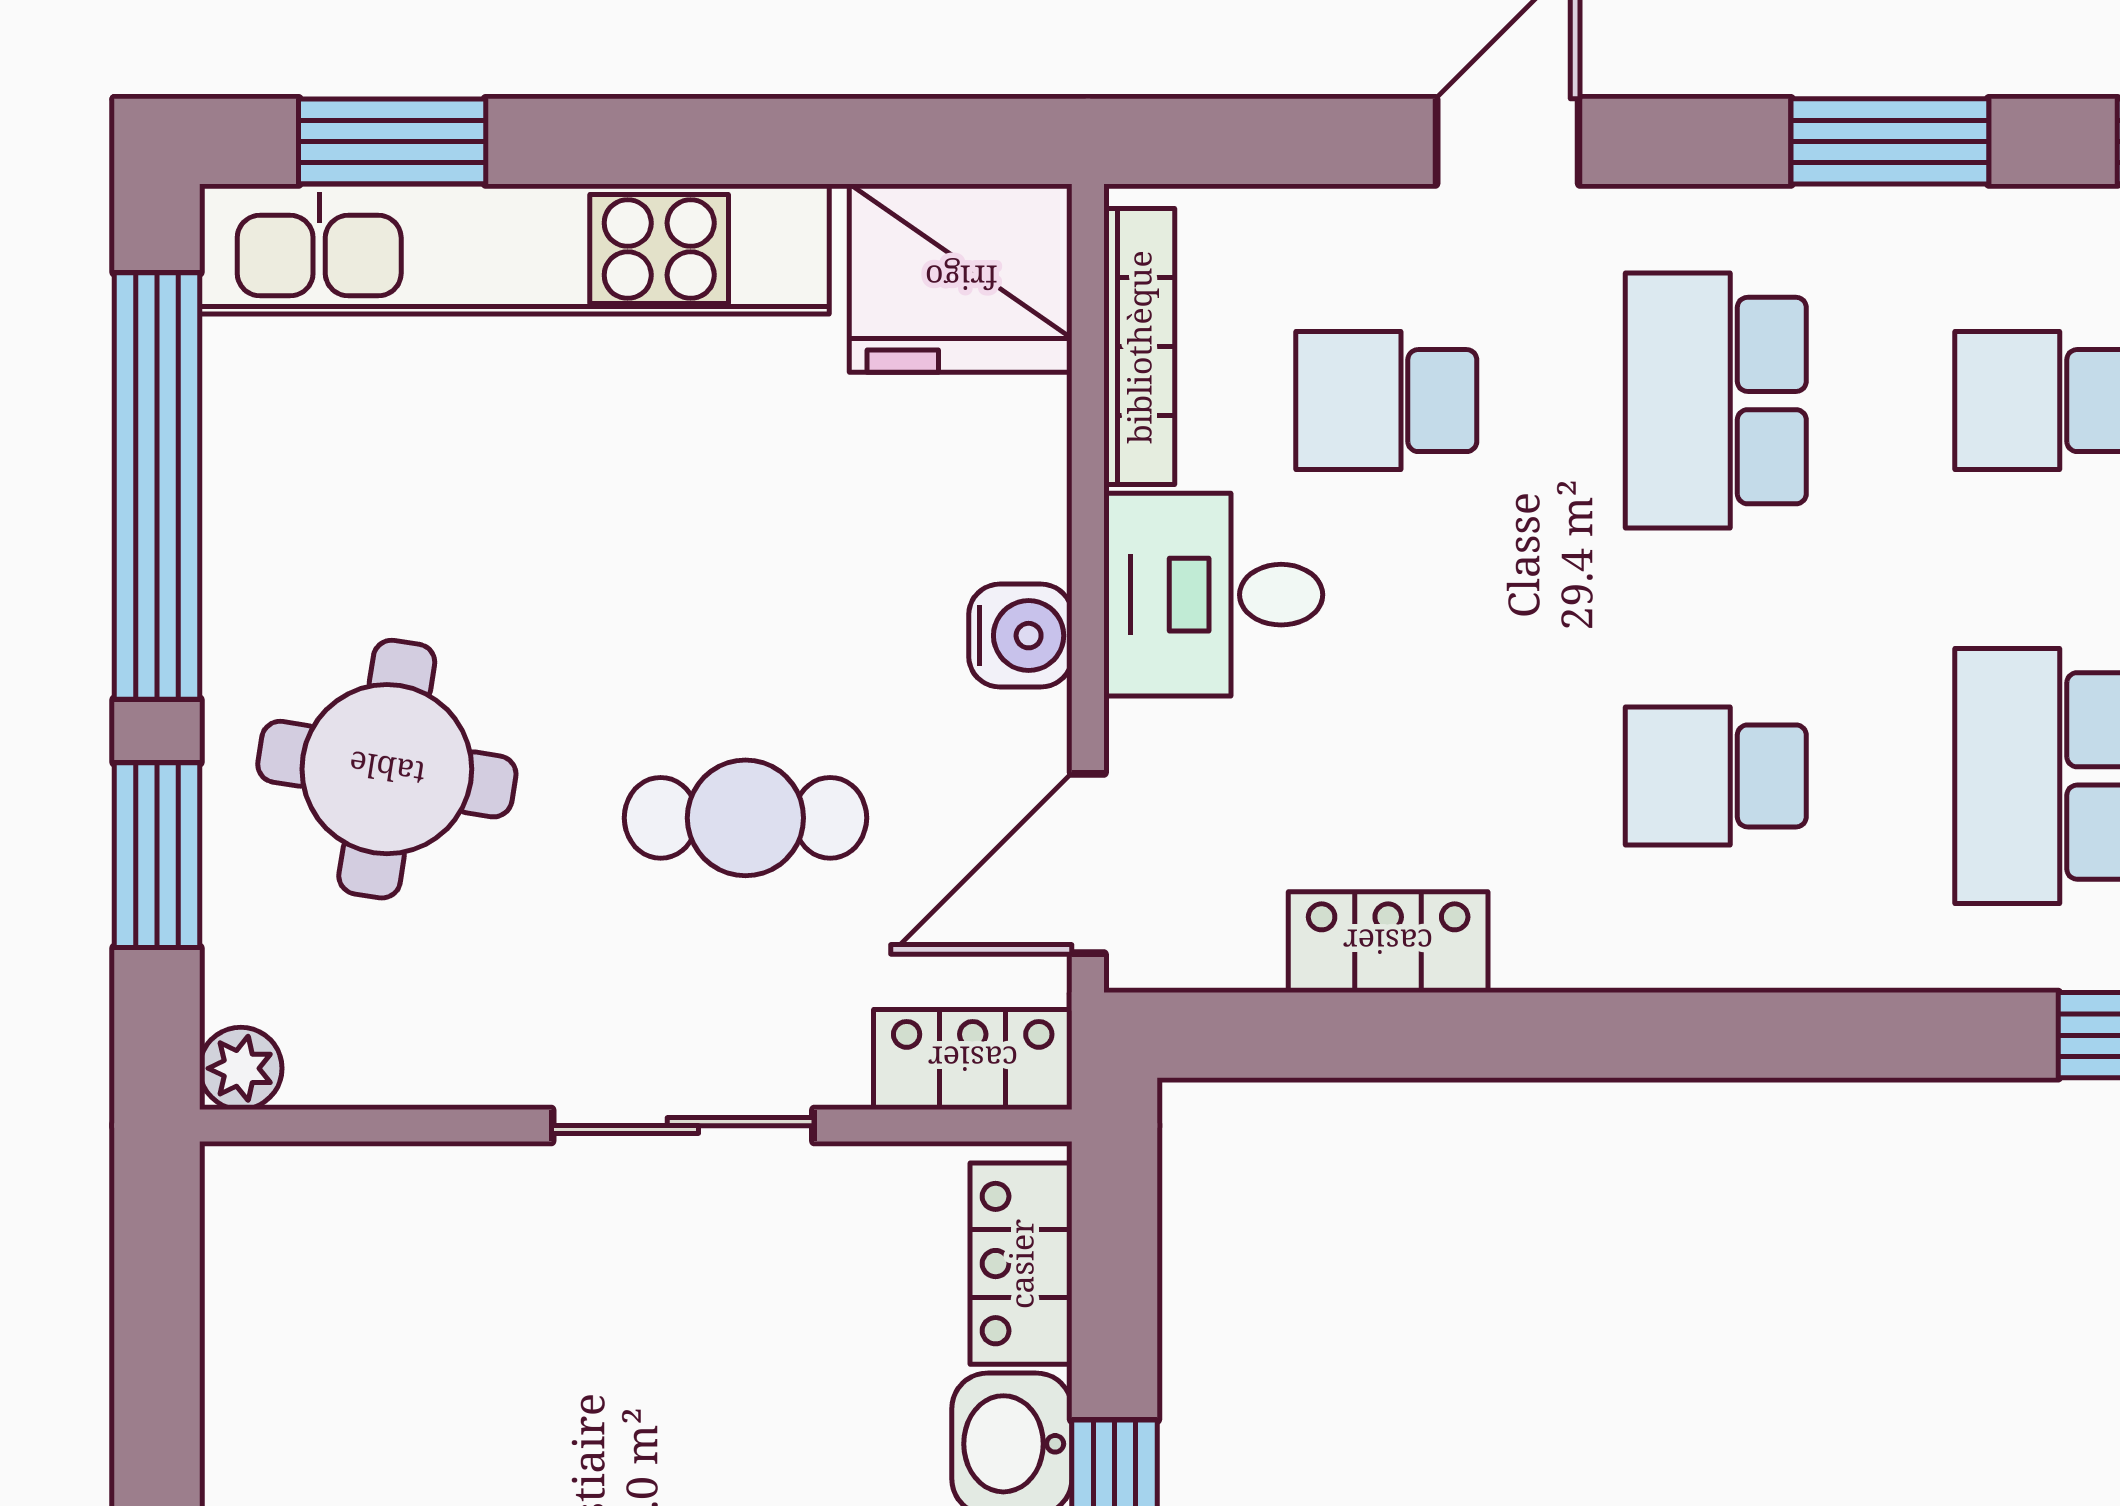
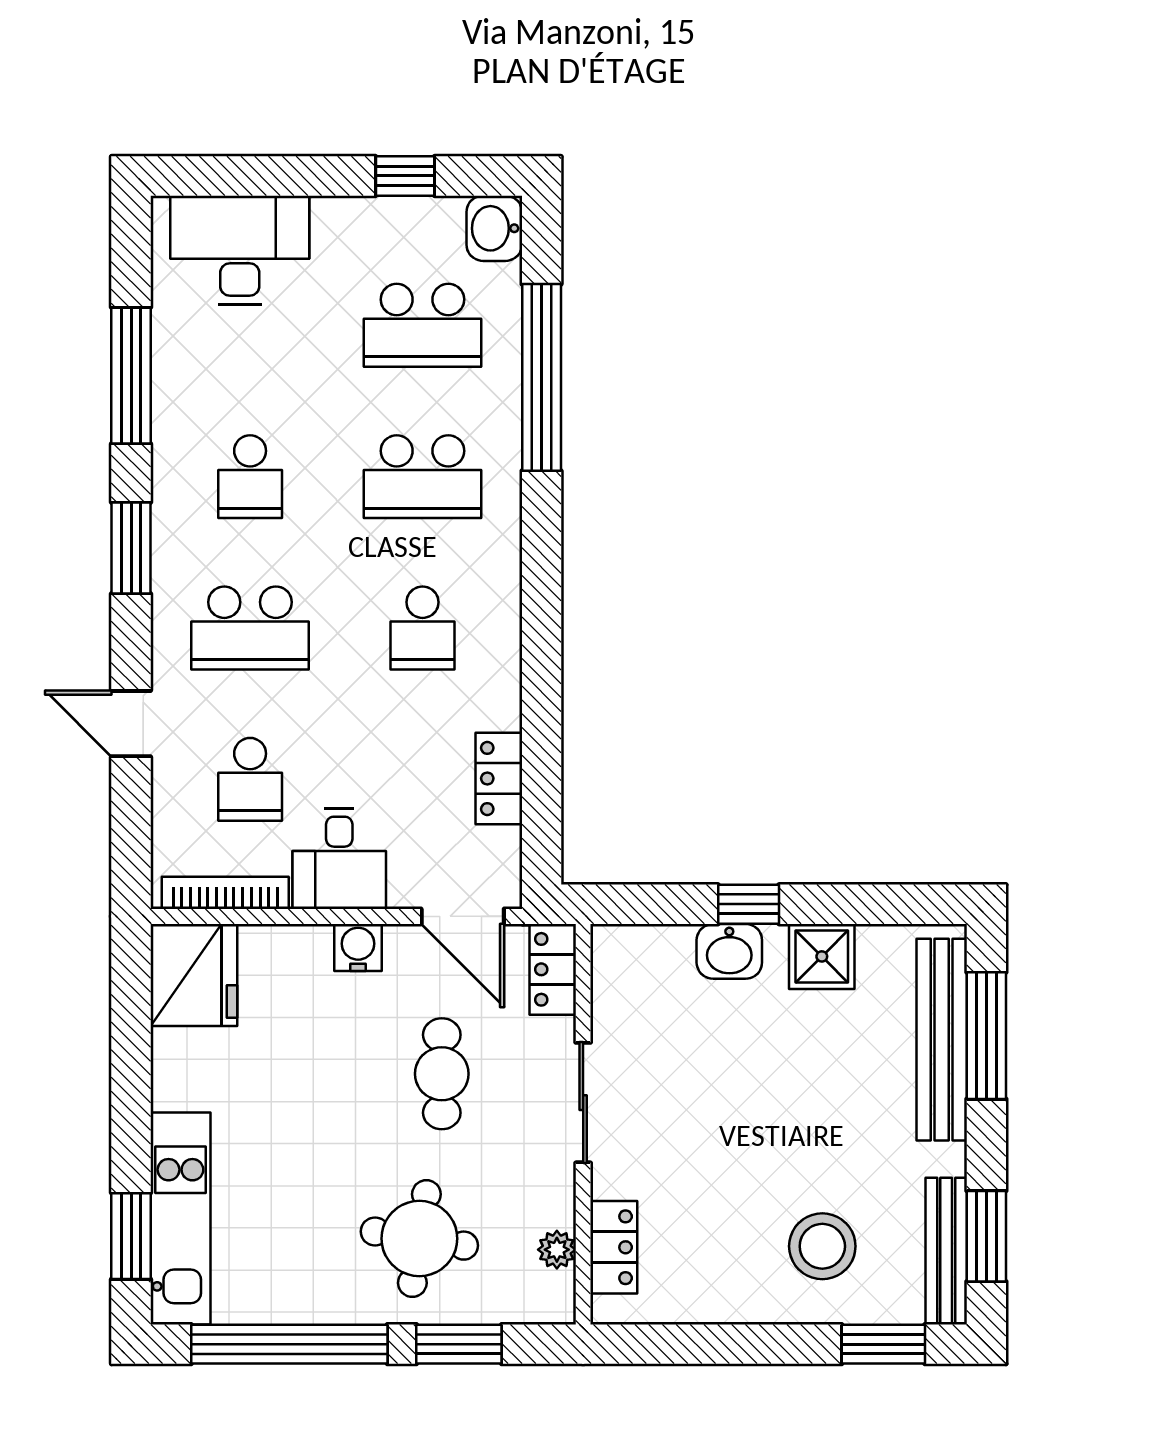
kitchen unit: (514, 249) -> (180, 1218), width x0.73
plant: (241, 1068) -> (557, 1250), moved
locker: (1021, 1264) -> (614, 1247), moved, turned -90

